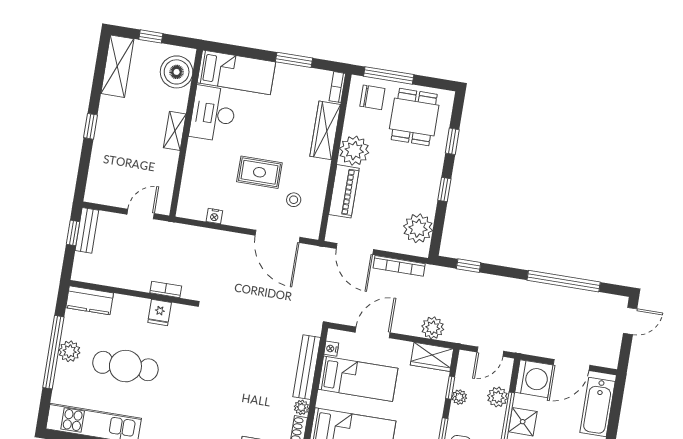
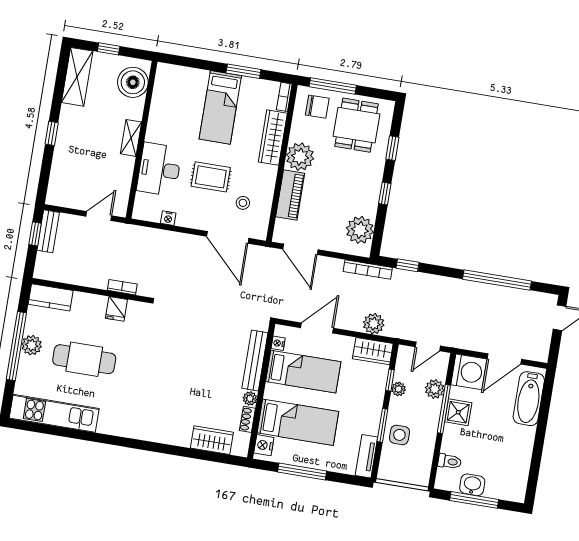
bed: (236, 72) -> (220, 107), moved, turned 90
desk: (213, 114) -> (159, 169), moved
bookcase: (399, 266) -> (368, 270), moved

